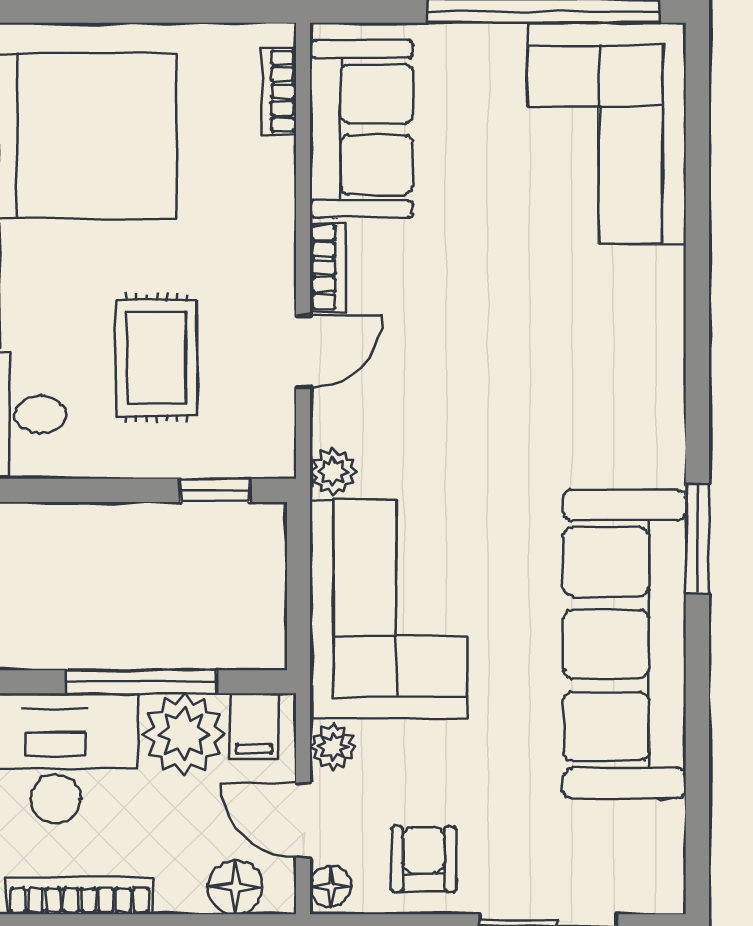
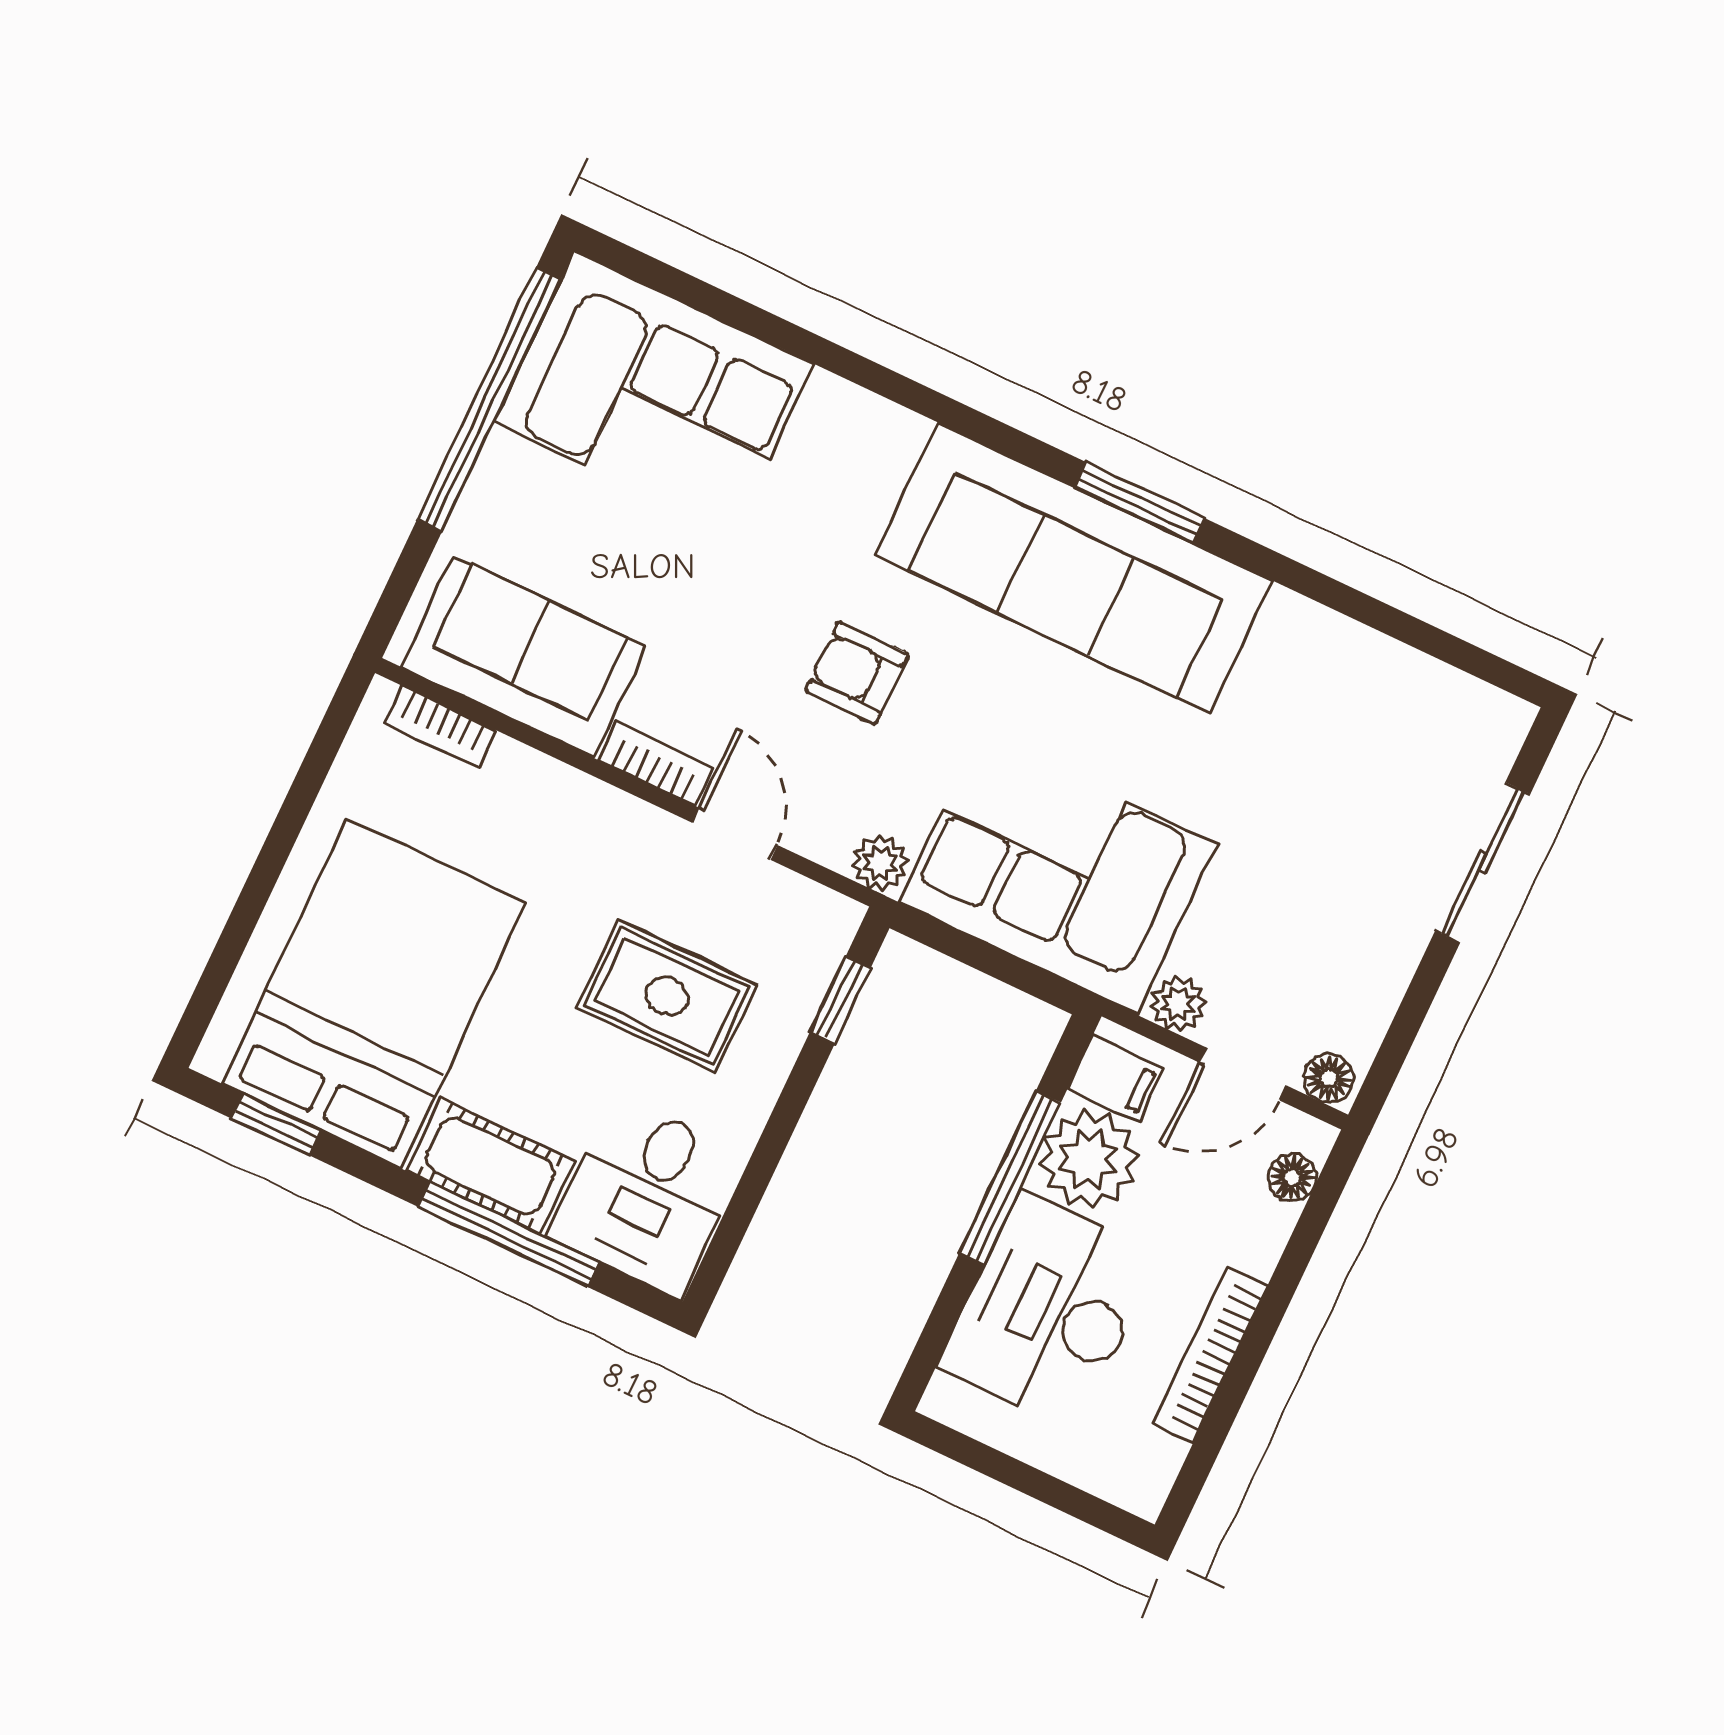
sofa: (625, 644) -> (1074, 568), moved
armchair: (424, 859) -> (857, 673), moved
floor lamp: (235, 887) -> (1292, 1178), width x0.73, depth x0.73

